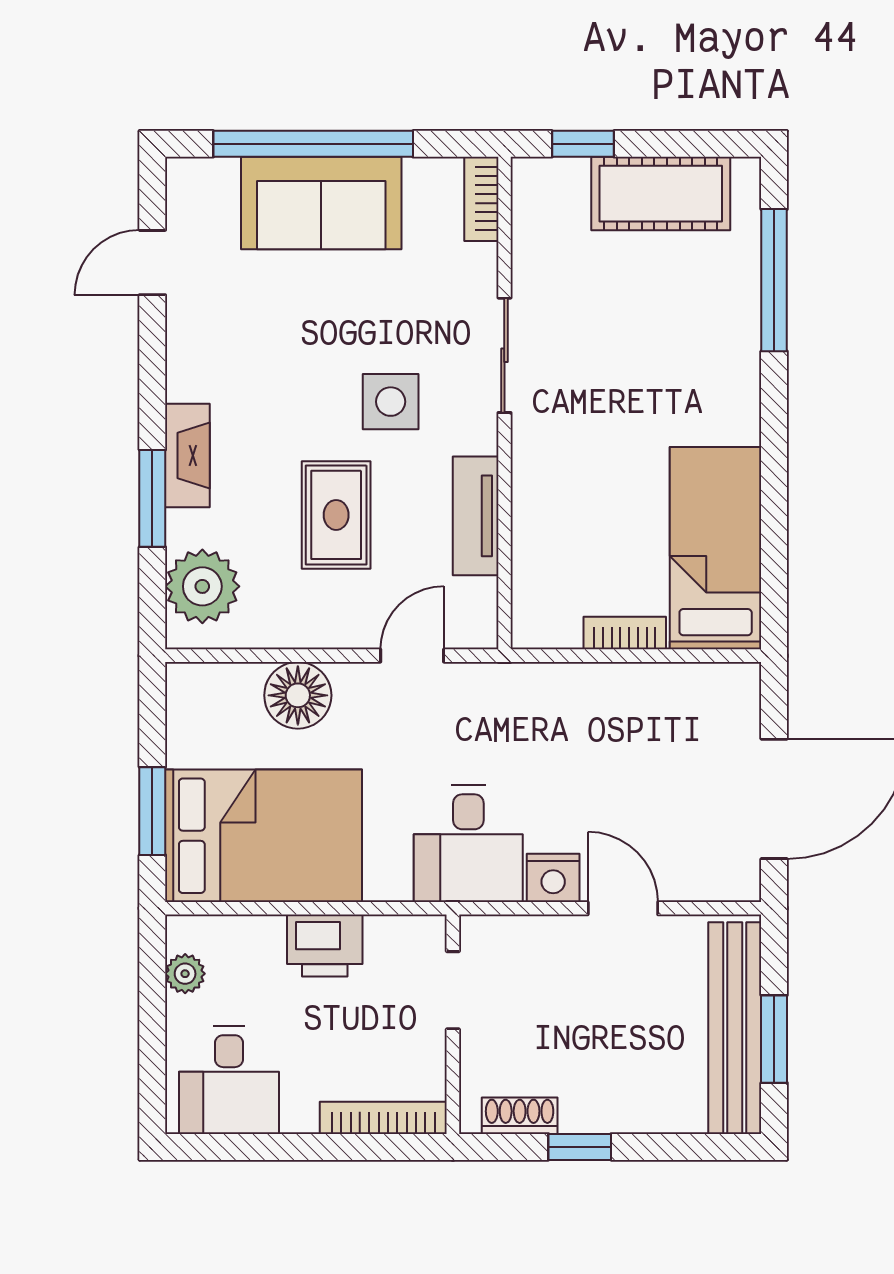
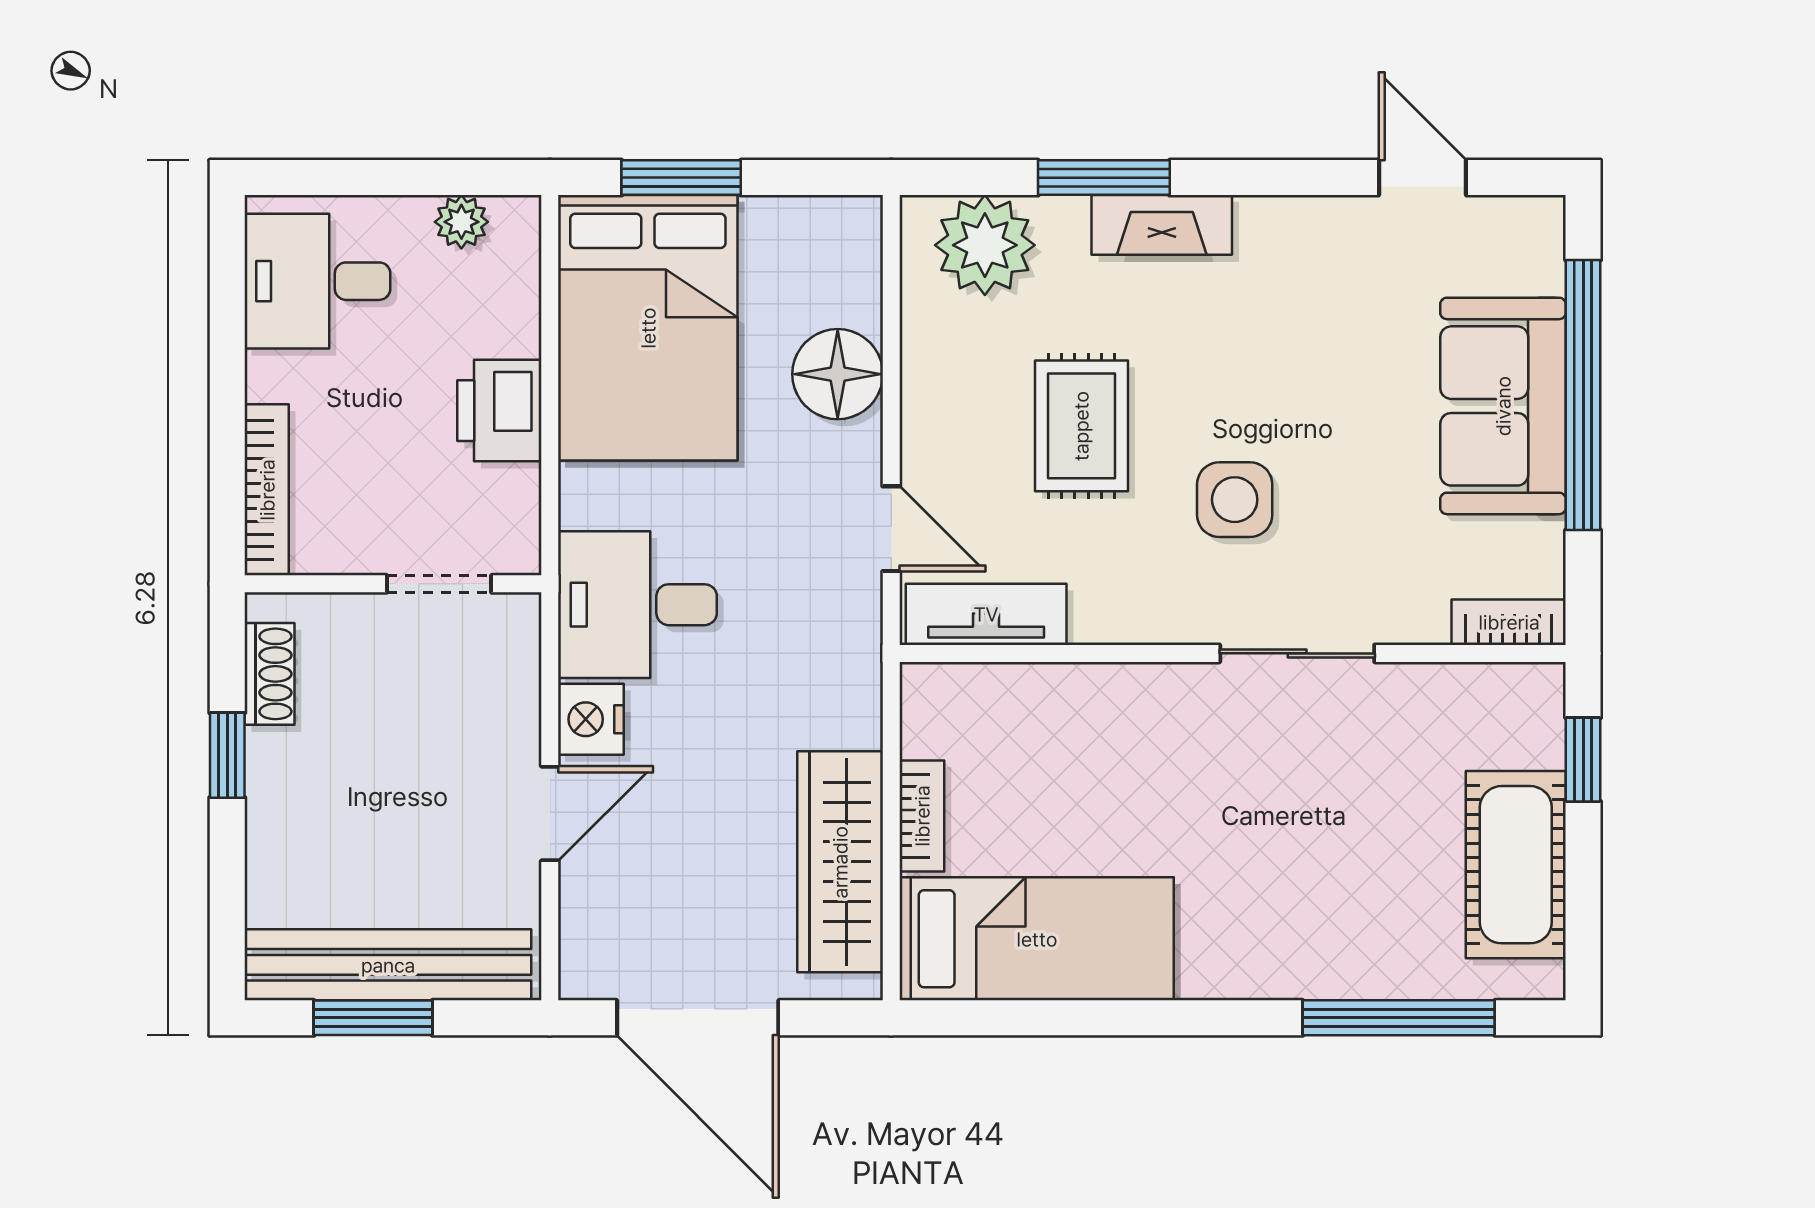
rug: (336, 515) -> (1081, 426), turned 90
tv unit: (476, 516) -> (986, 614), moved
wardrobe: (659, 694) -> (840, 862), added

